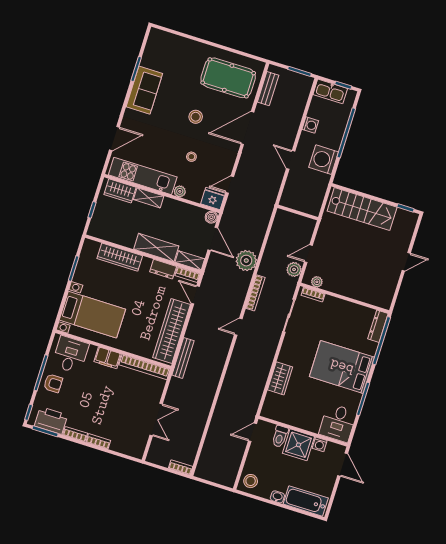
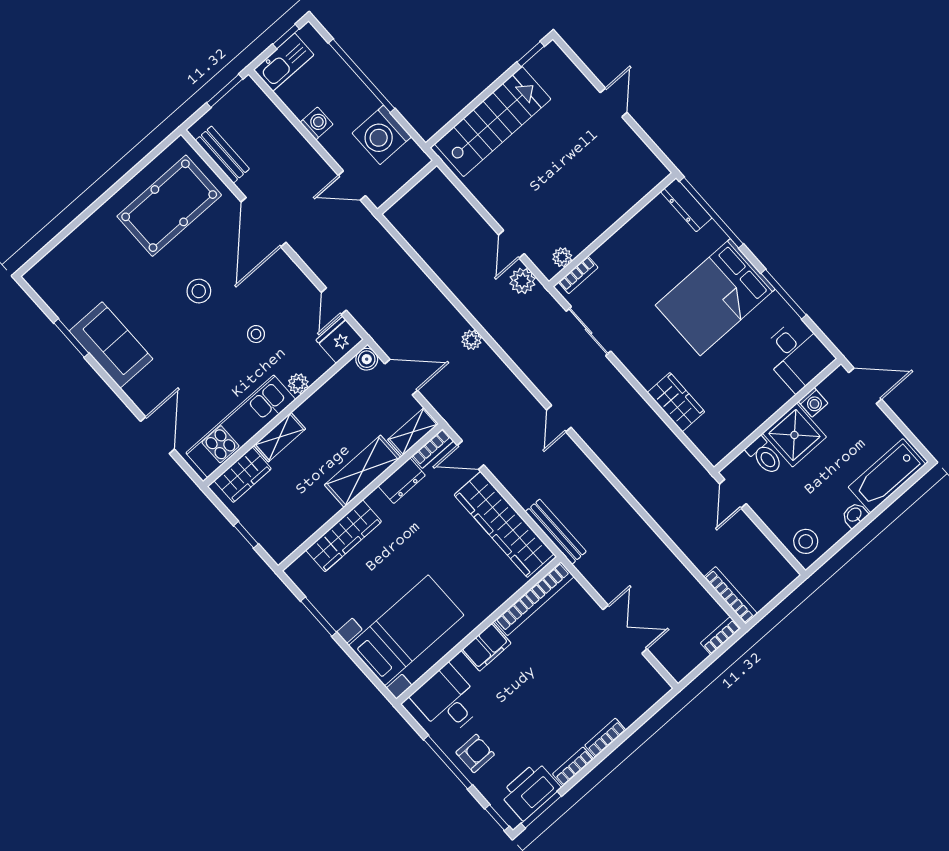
wall: (298, 212) -> (407, 187), moved
plant: (246, 261) -> (471, 340), width x0.53, depth x0.53
bookcase: (255, 293) -> (731, 595), moved

